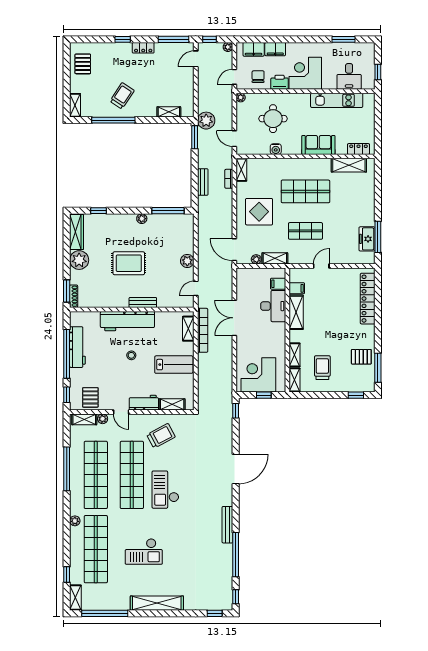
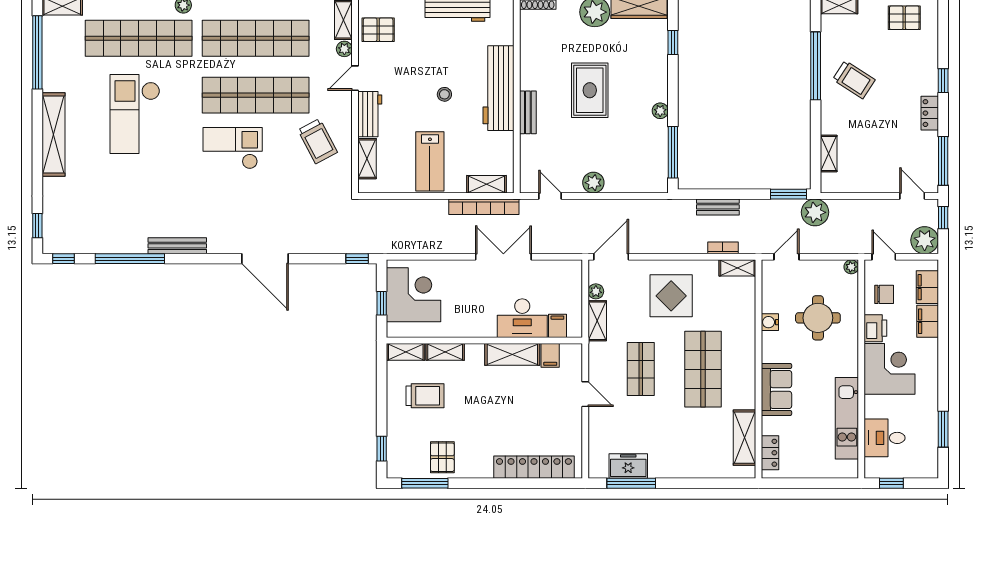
plant: (228, 47) -> (925, 240), width x1.88, depth x1.88
checkout: (144, 552) -> (135, 114), width x1.36, depth x1.21

